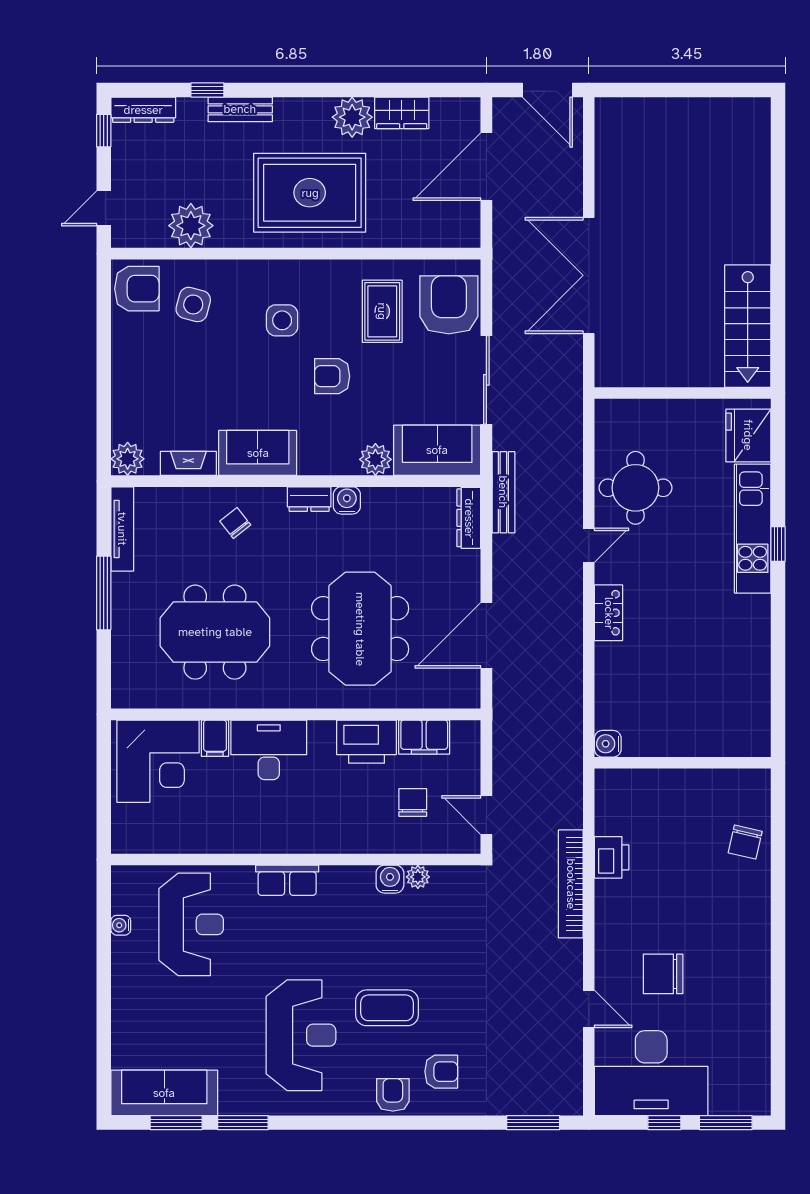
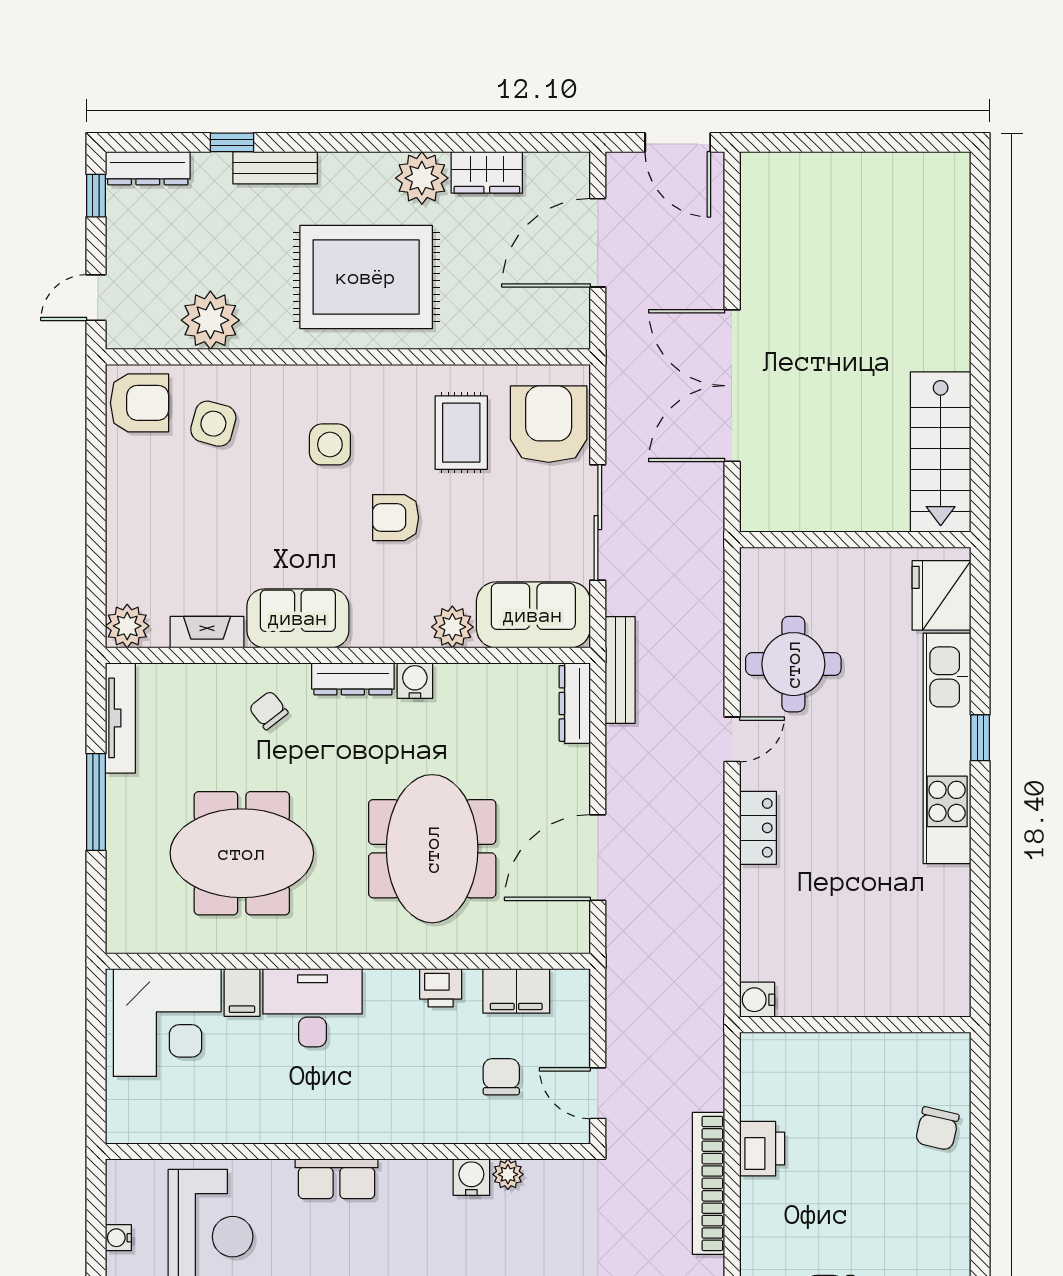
dresser: (309, 499) -> (353, 679), width x1.44
kitchen unit: (753, 529) -> (947, 748), width x1.36
printer: (367, 742) -> (441, 988), width x0.53, depth x0.68

